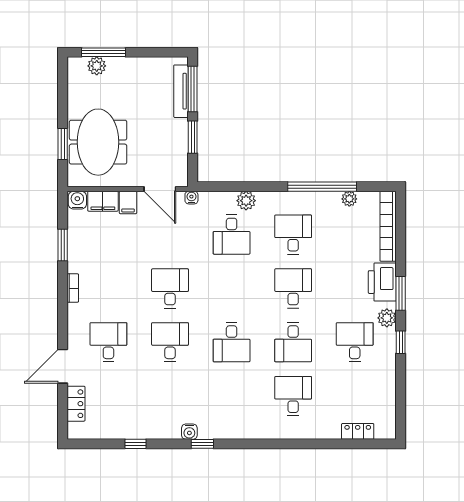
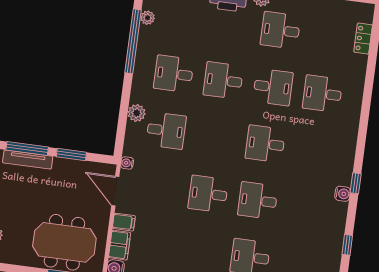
door: (160, 189) -> (115, 191), swing flipped
desk: (232, 342) -> (265, 144), turned 180

